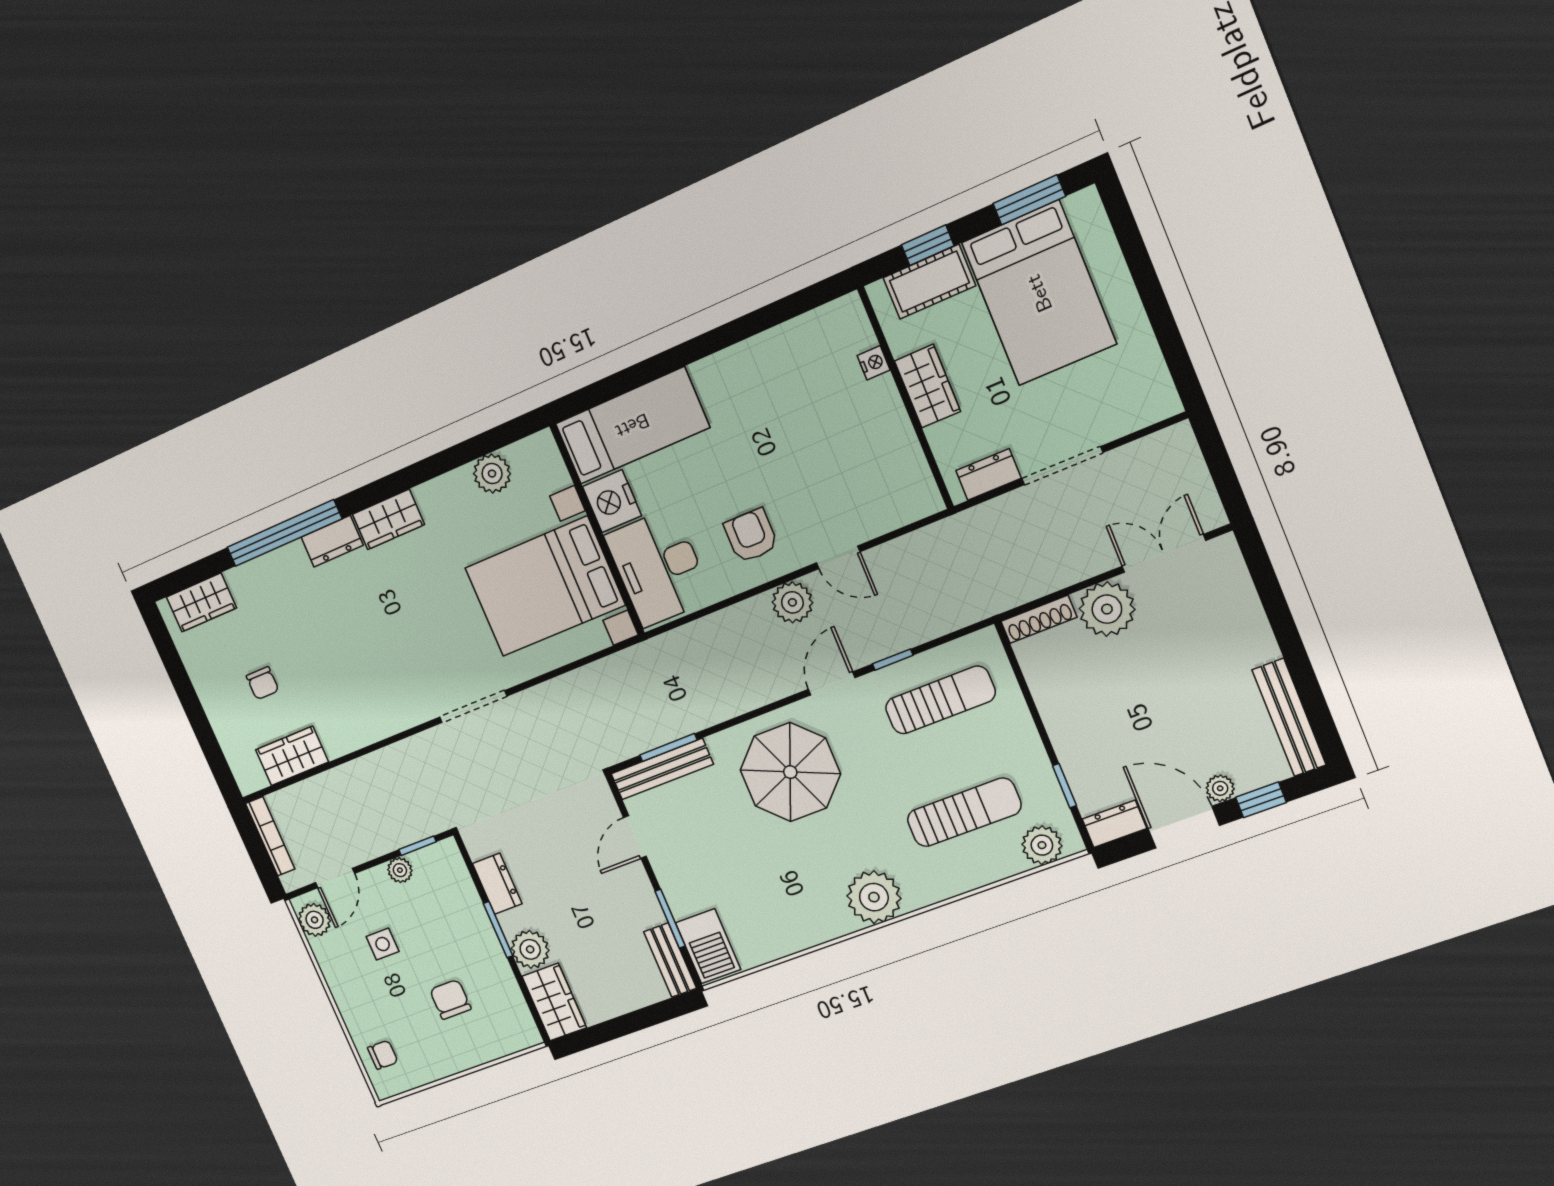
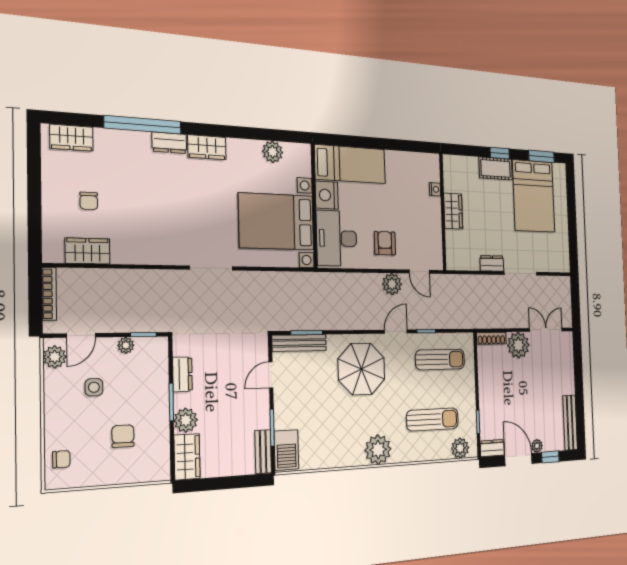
nightstand: (874, 363) -> (435, 189), moved
wardrobe: (927, 386) -> (453, 211), moved
wall: (906, 398) -> (443, 212), moved

